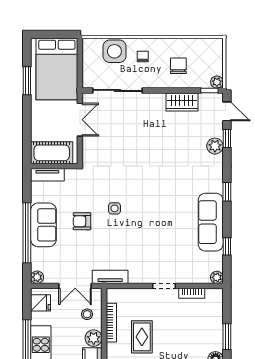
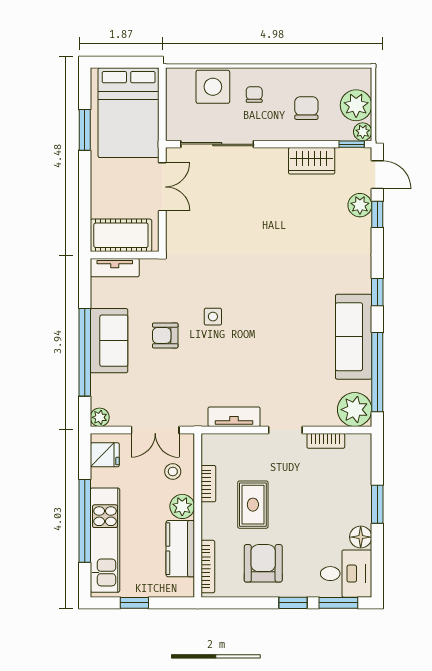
plant: (212, 64) -> (356, 105), added
plant: (215, 146) -> (360, 205), moved
window: (227, 246) -> (377, 372), width x3.17
tv unit: (110, 277) -> (234, 417), moved
plant: (217, 277) -> (355, 410), width x1.88, depth x1.88
bookcase: (111, 323) -> (208, 484), width x0.64

